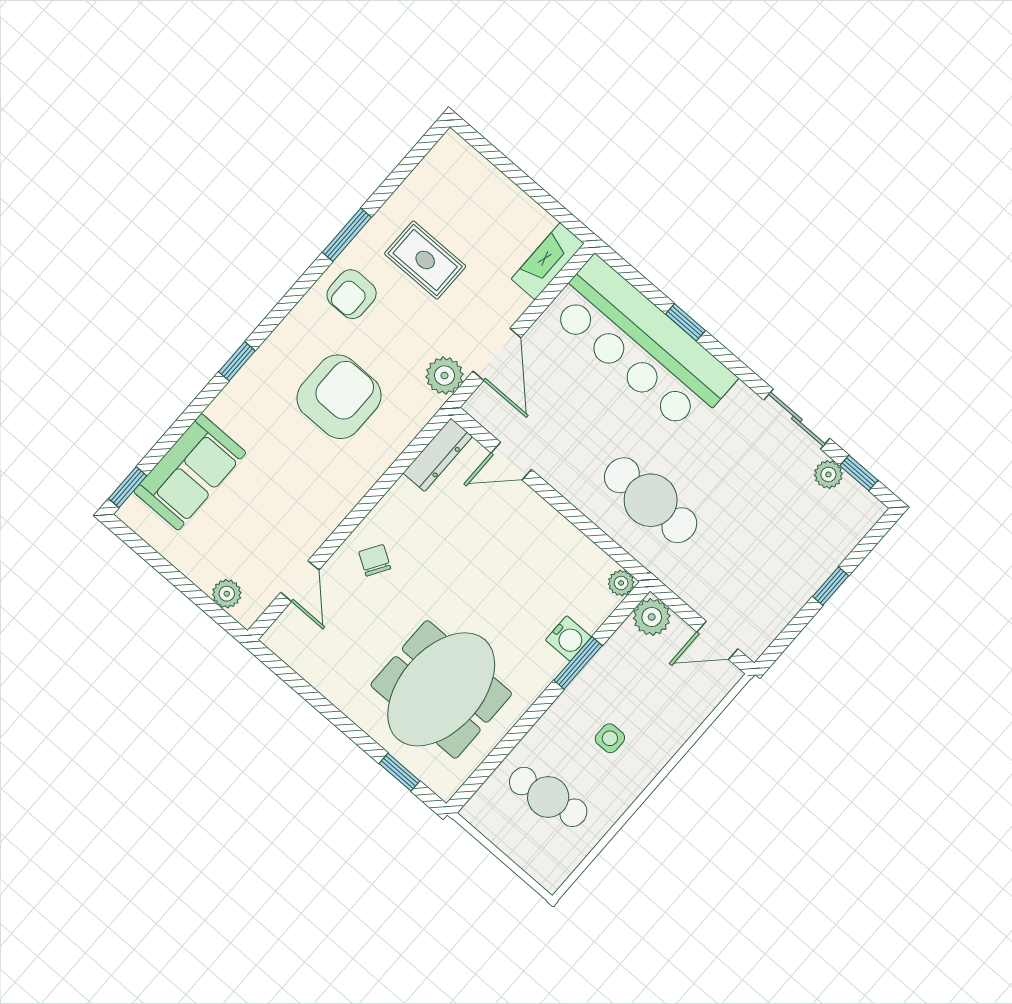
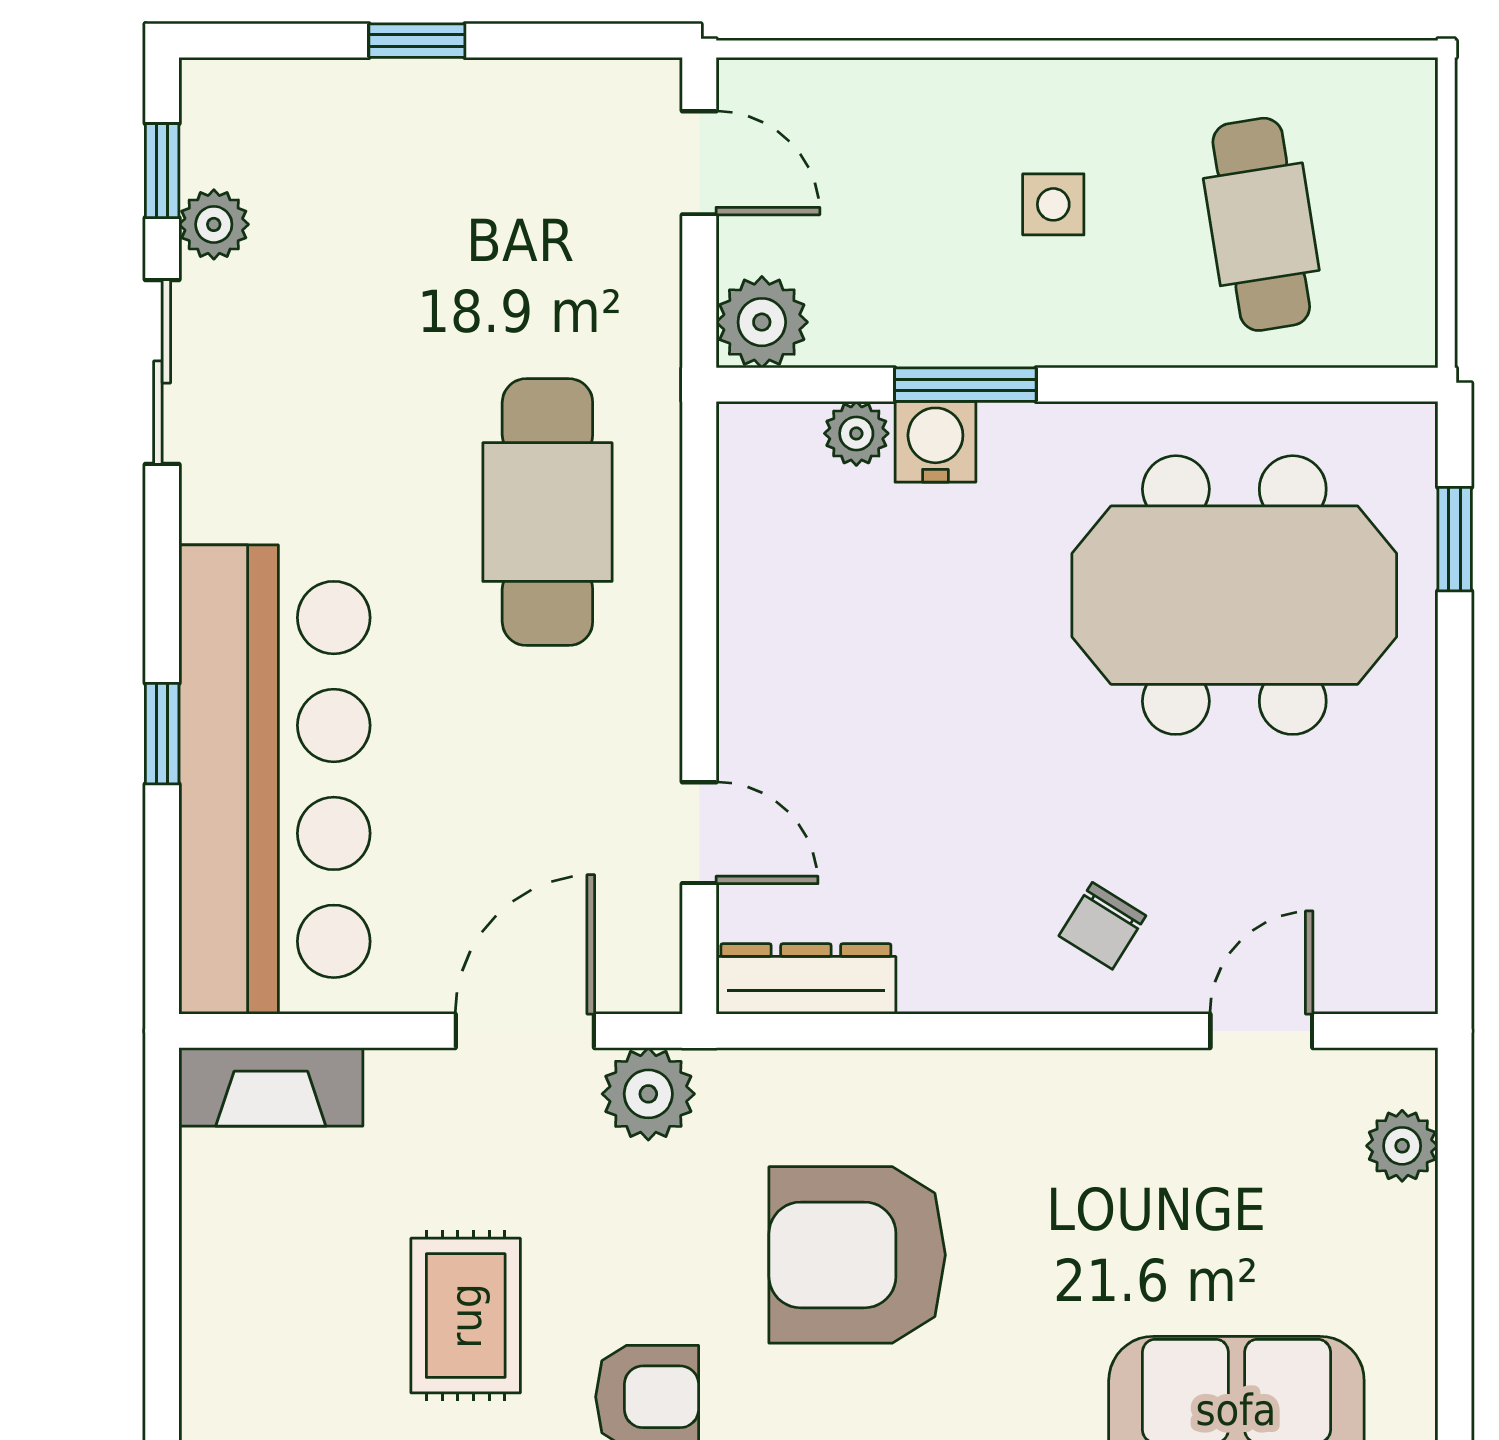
plant: (621, 583) -> (856, 433), moved

